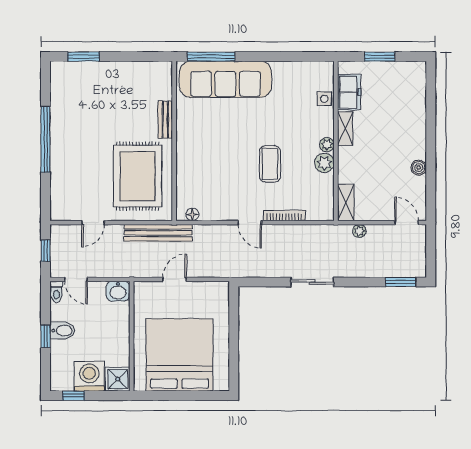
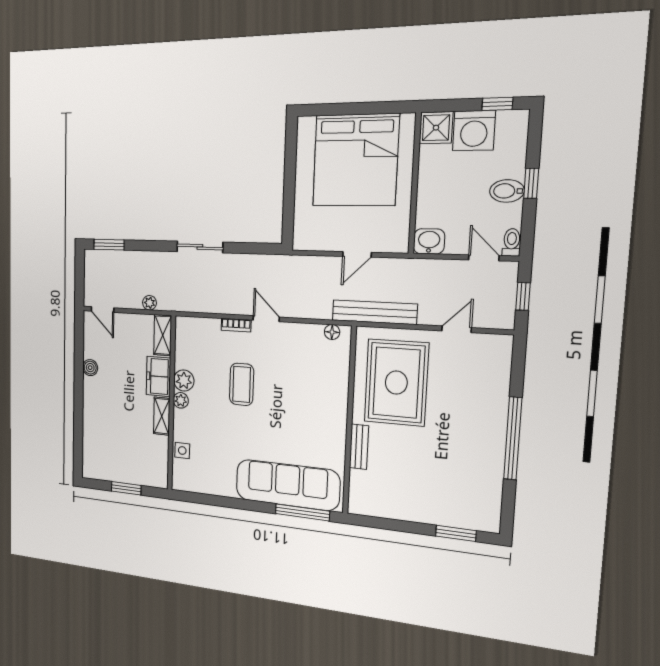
freezer: (349, 92) -> (158, 376), moved
bookcase: (284, 215) -> (236, 325), width x0.64

